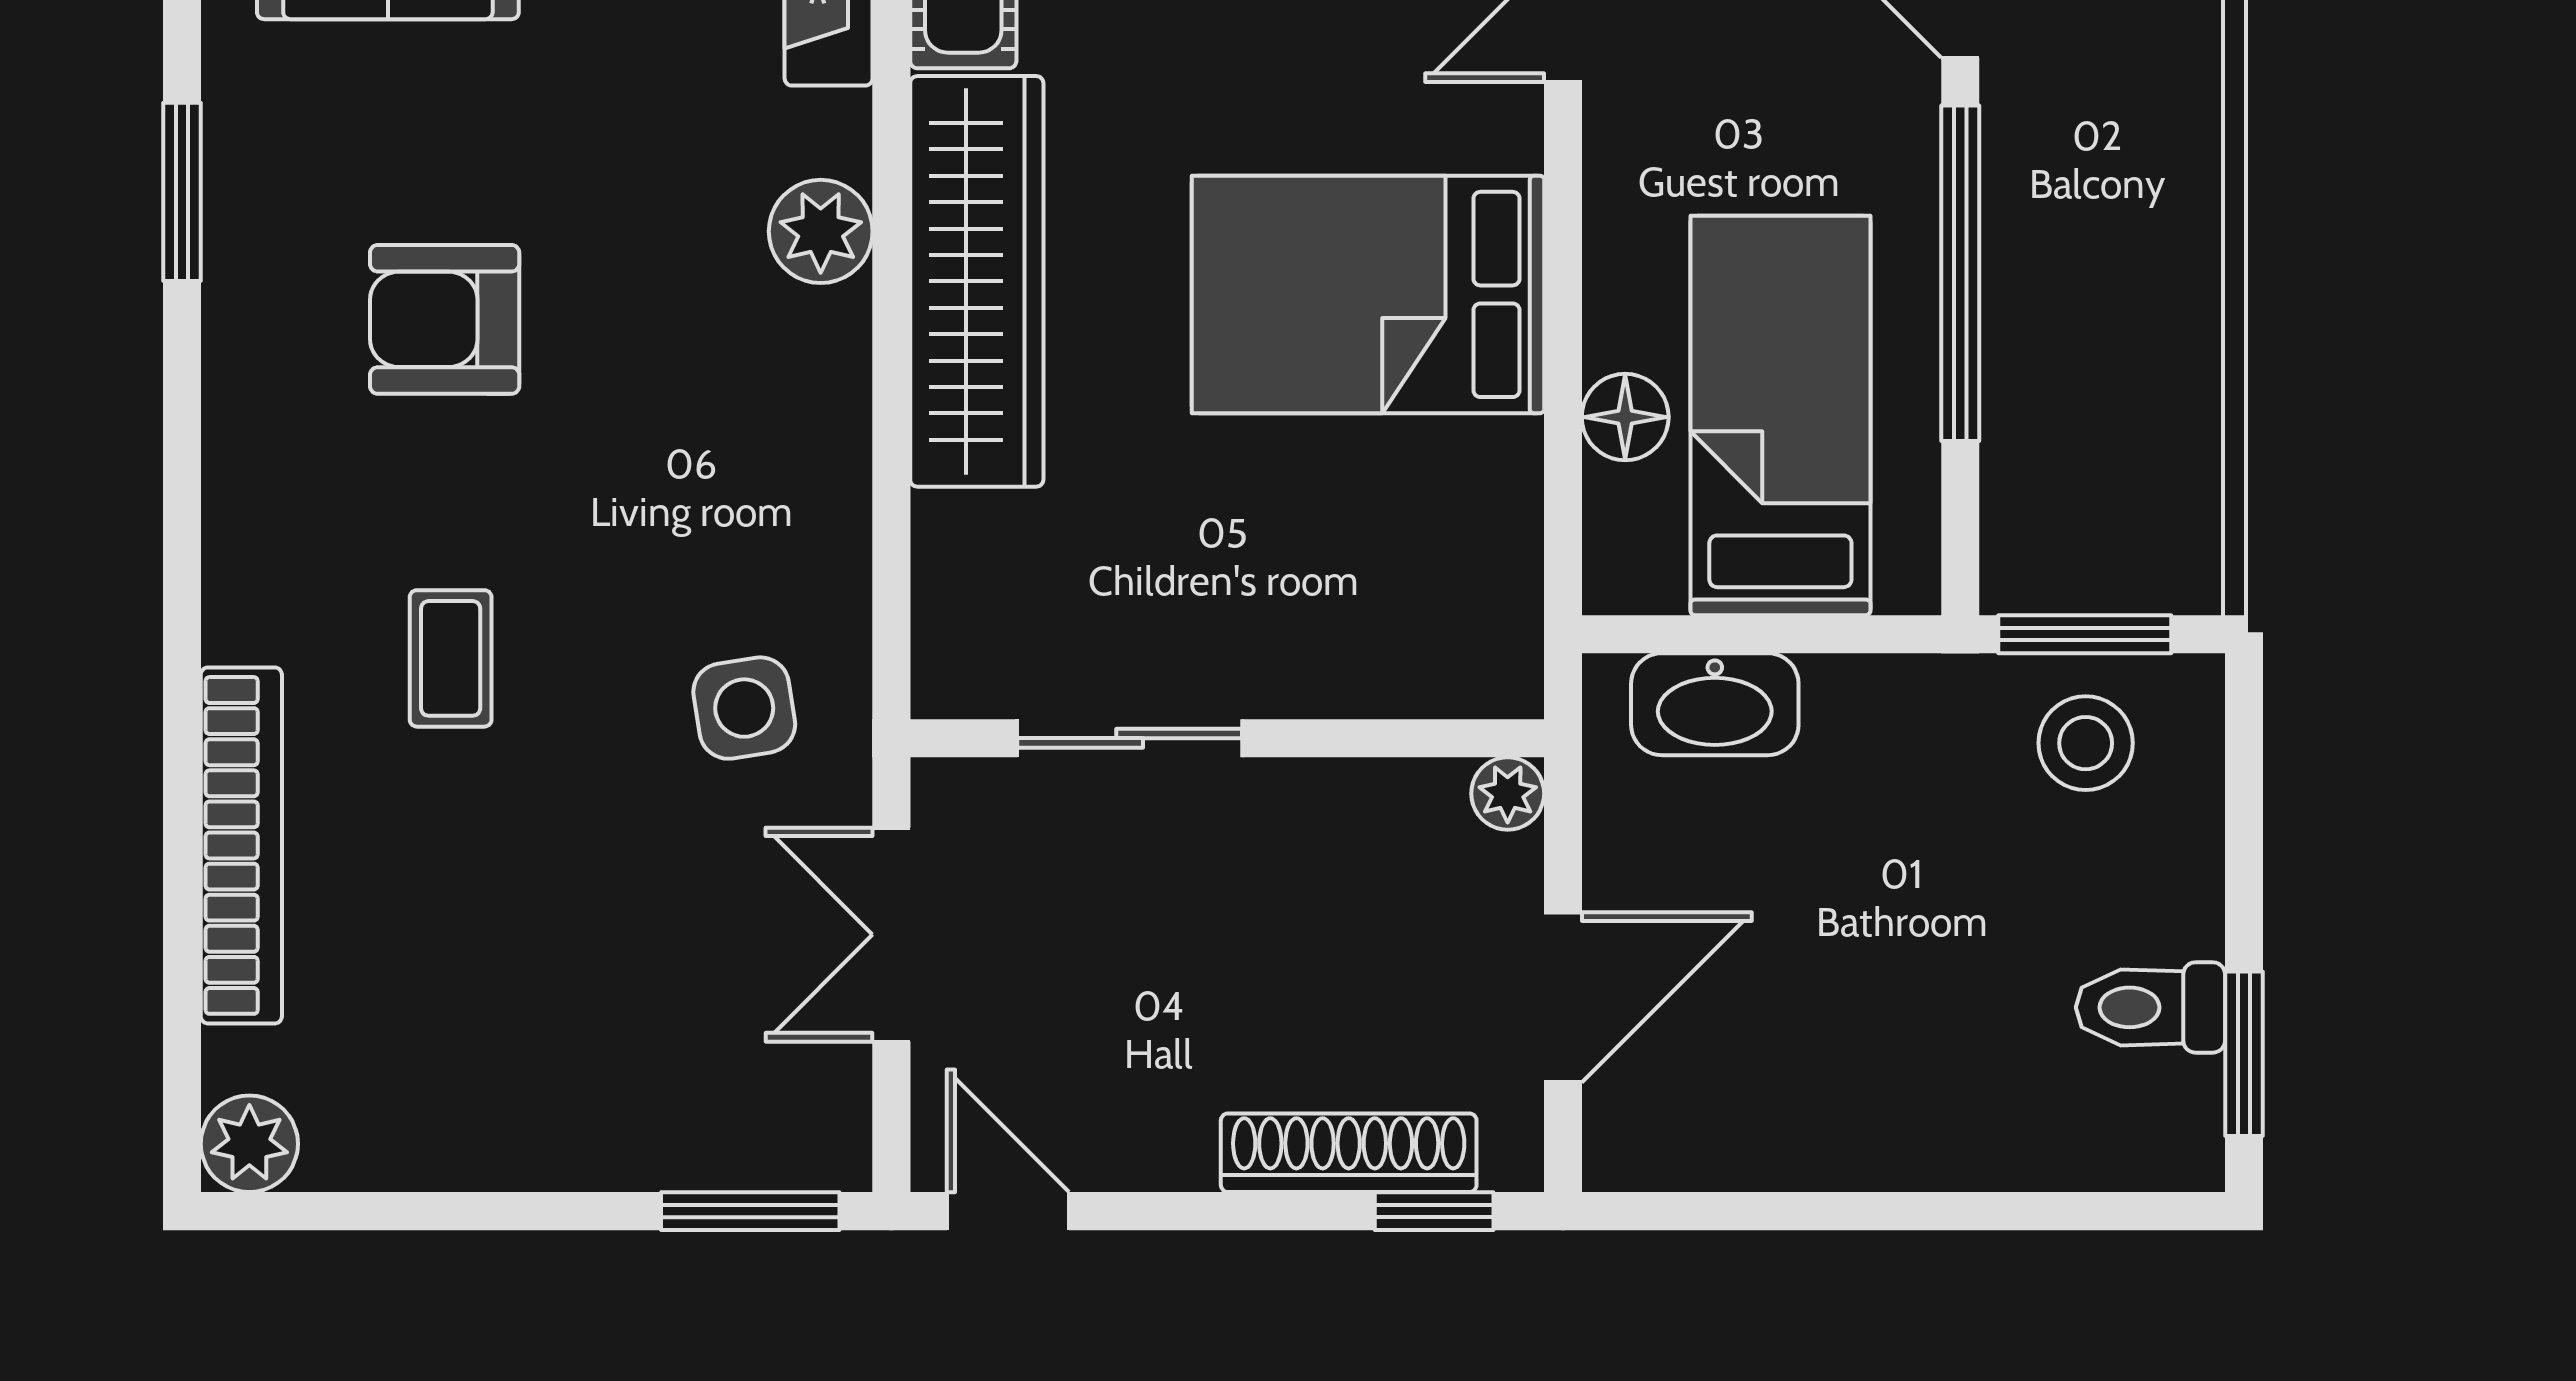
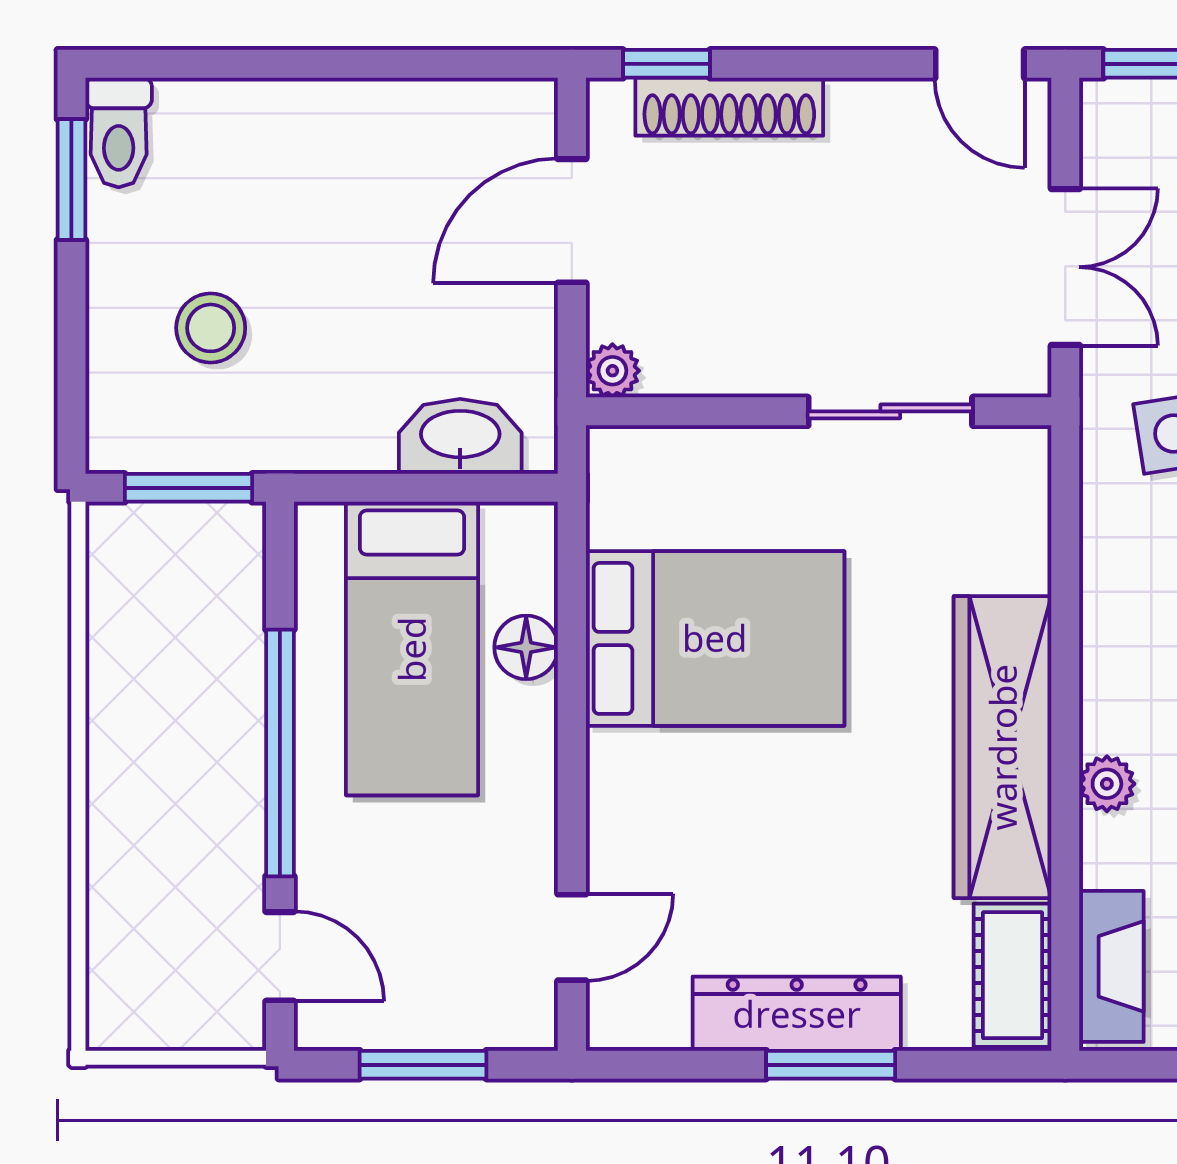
plant: (821, 231) -> (1107, 784), width x0.73, depth x0.73
bed: (1368, 294) -> (715, 638), moved
stool: (2086, 743) -> (211, 328), moved
toilet: (2150, 1007) -> (119, 133), moved, turned 90

